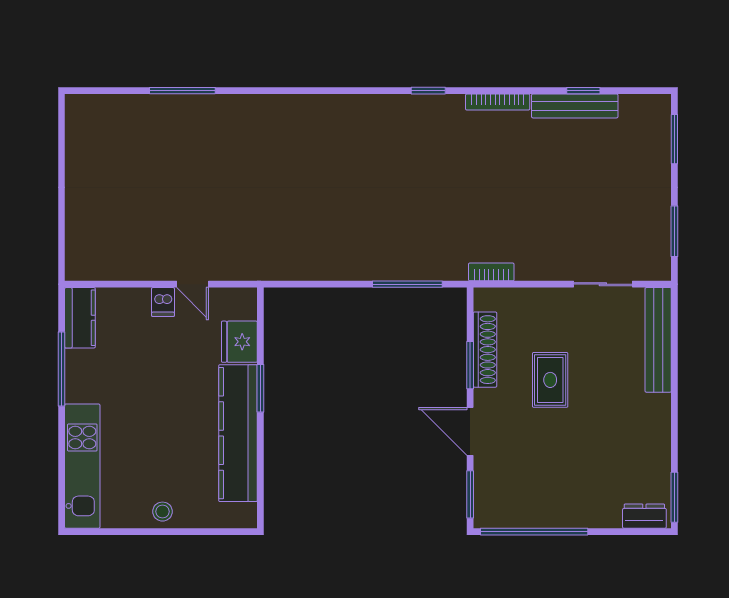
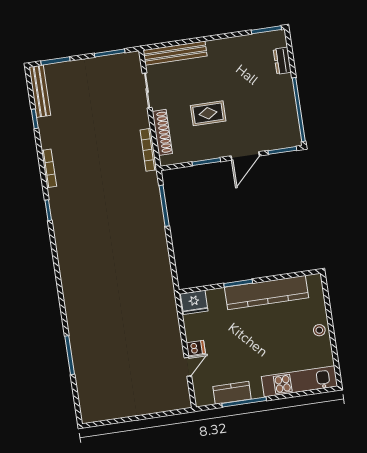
bench: (575, 106) -> (40, 91), moved
bookcase: (491, 272) -> (148, 150), width x1.56
door: (193, 284) -> (188, 367), moved
kitchen counter: (80, 318) -> (232, 393), moved
fridge: (239, 342) -> (194, 302), moved
shoe rack: (485, 350) -> (162, 132), moved, turned 90
dresser: (644, 516) -> (282, 61), moved

